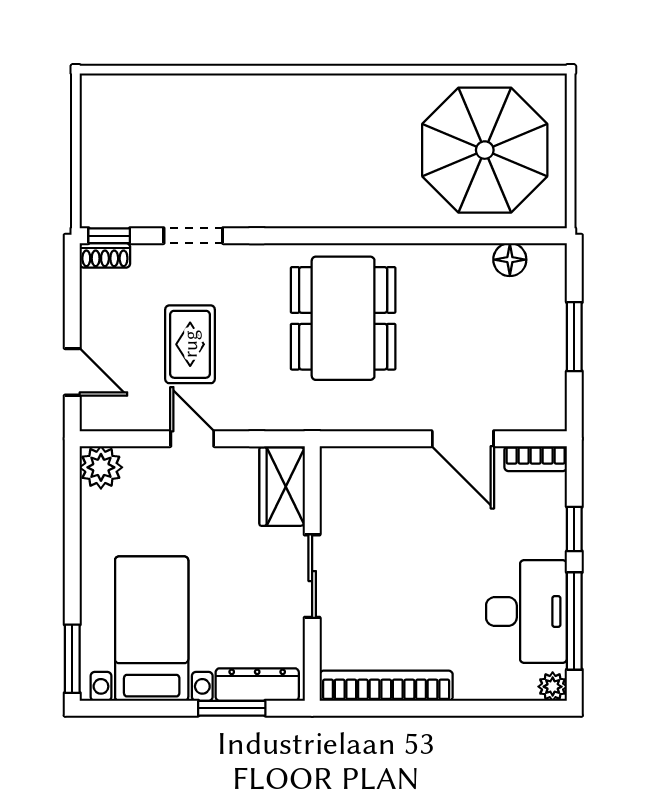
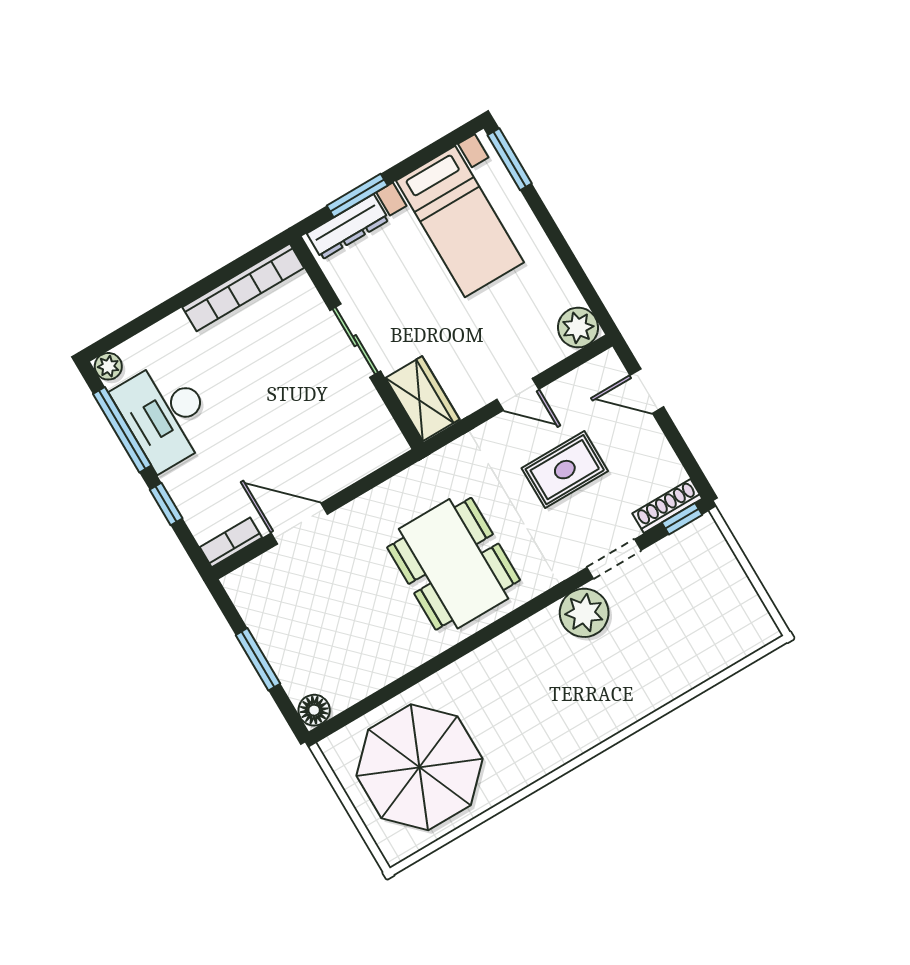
plant: (250, 202) -> (584, 613), added
shoe rack: (105, 255) -> (667, 506), width x1.43
floor lamp: (510, 260) -> (314, 710), moved
rug: (190, 344) -> (565, 470), turned 90

